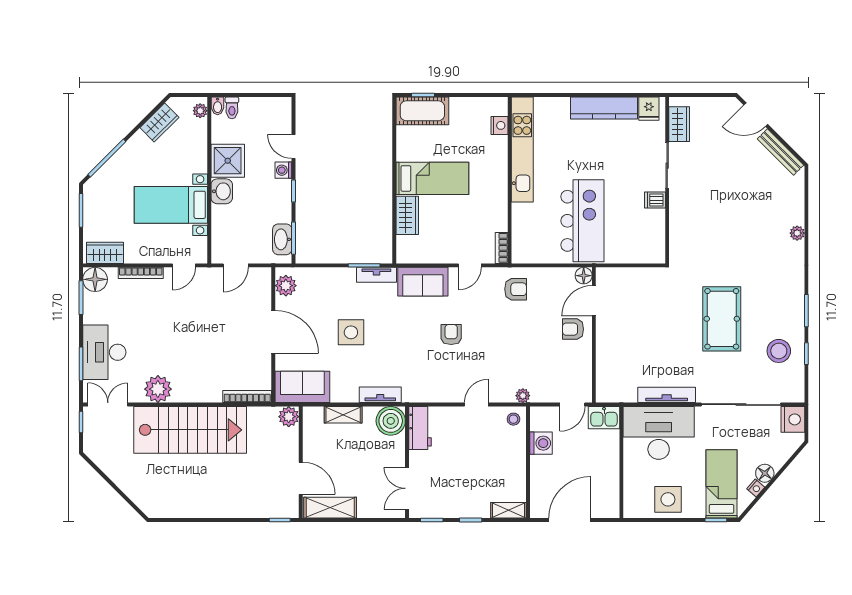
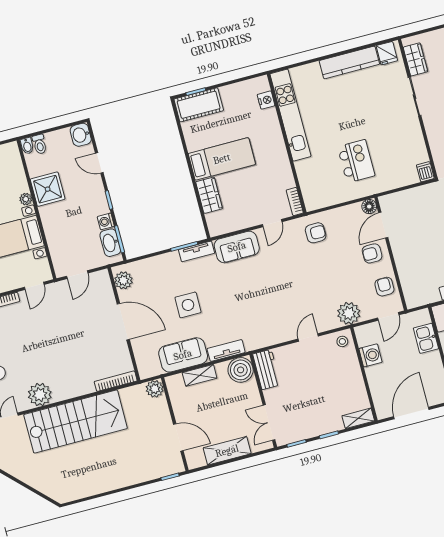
plant: (200, 111) -> (26, 199), moved
washing machine: (283, 170) -> (106, 221), moved
washbasin: (222, 191) -> (81, 135), moved, turned 180
dishwasher: (655, 200) -> (425, 172), moved, turned 90
kitchen island: (582, 221) -> (356, 161), width x0.54, depth x0.78
armchair: (451, 334) -> (384, 287), moved
sofa: (302, 387) -> (183, 355), moved
plant: (523, 396) -> (349, 313), width x1.87, depth x1.87
kitchen sink: (604, 418) -> (426, 338), moved, turned 90
shelving: (330, 508) -> (227, 451), moved

